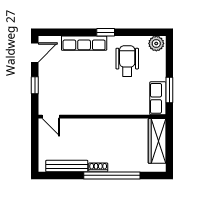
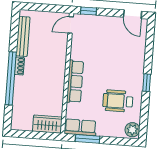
row of seats: (84, 43) -> (75, 81), moved, turned 180
wheelchair: (127, 61) -> (118, 101), turned 180
window: (35, 85) -> (89, 11), moved
wardrobe: (157, 141) -> (47, 124), width x0.67

